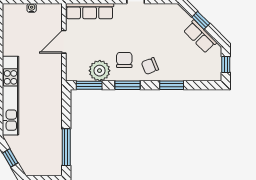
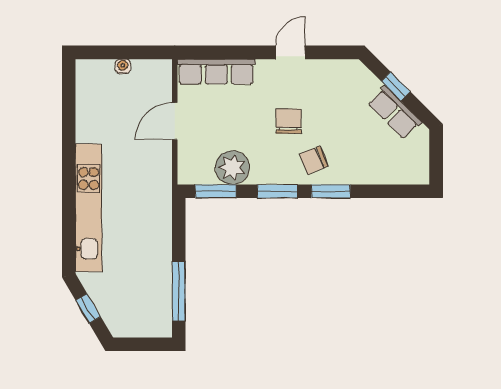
chair: (124, 60) -> (288, 121), moved
window: (226, 64) -> (436, 158), removed
window: (172, 85) -> (331, 191), moved

